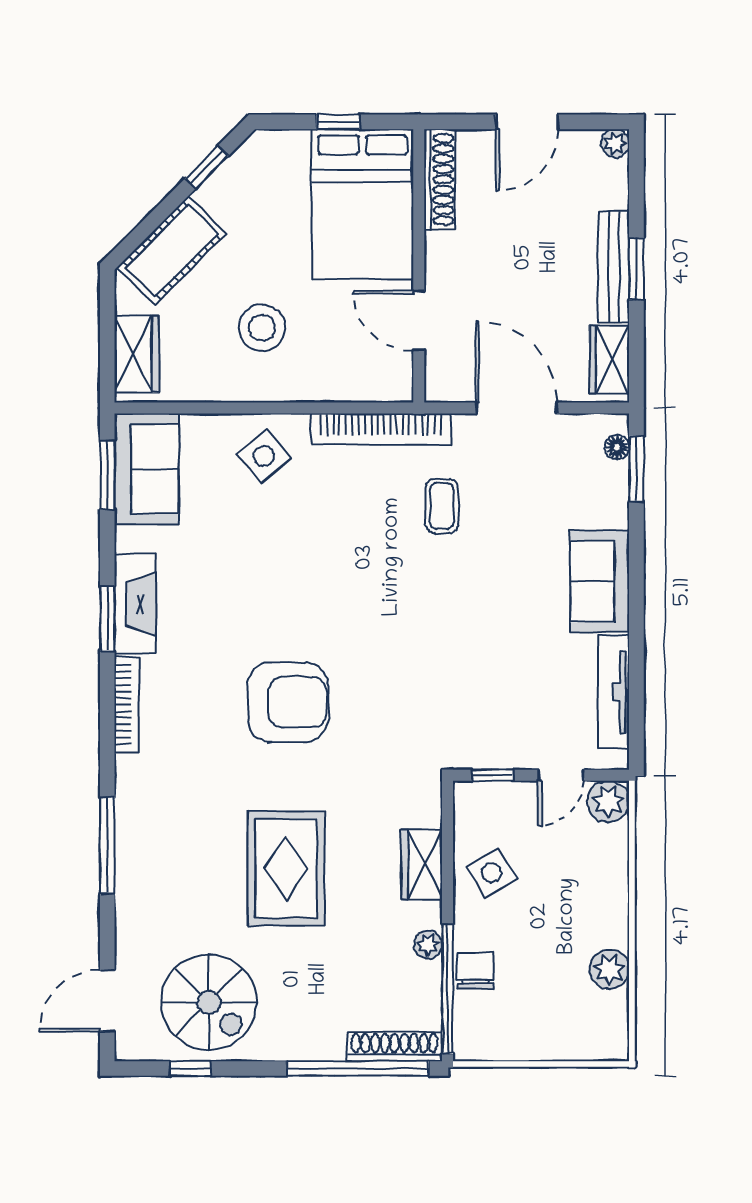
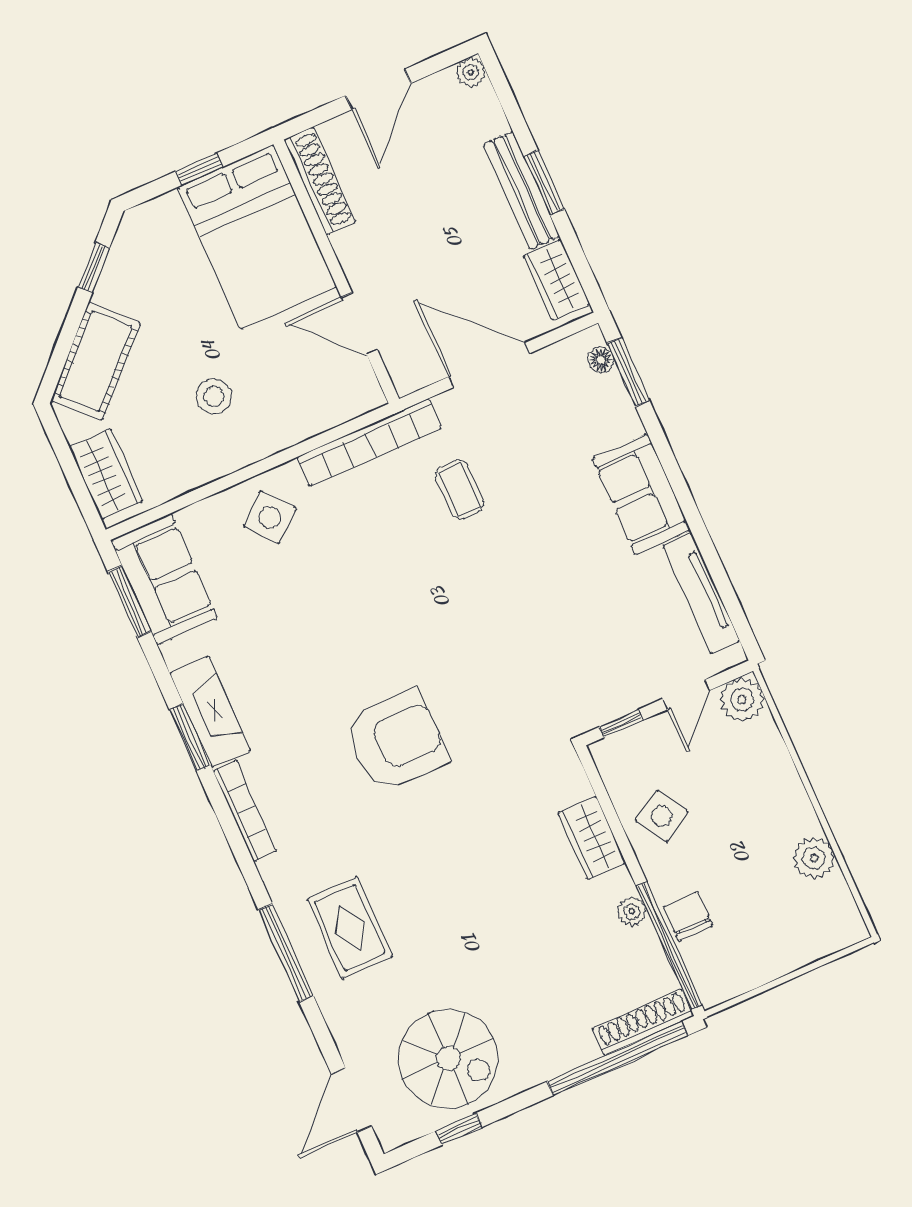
stool: (262, 328) -> (214, 396), width x0.73, depth x0.73
rug: (286, 868) -> (350, 928), moved, width x0.73, depth x0.70

